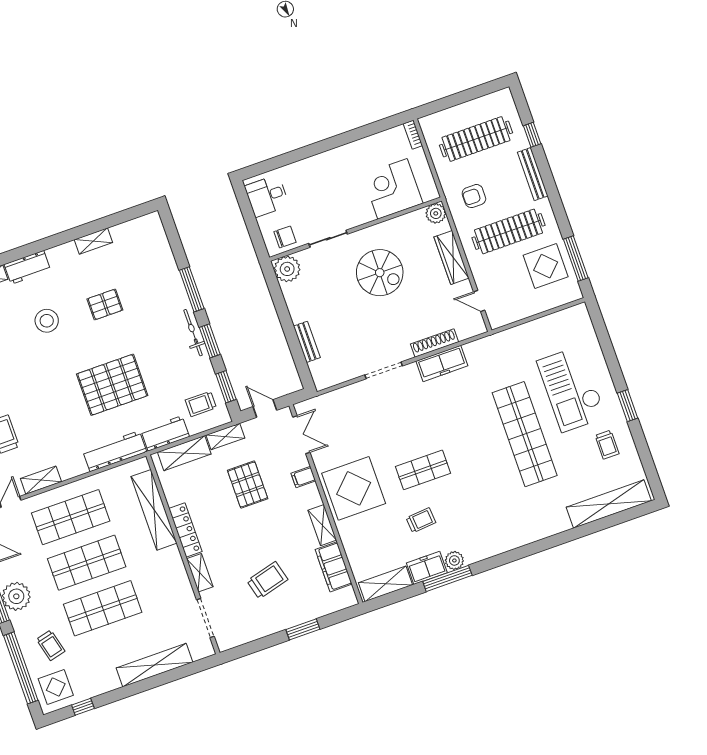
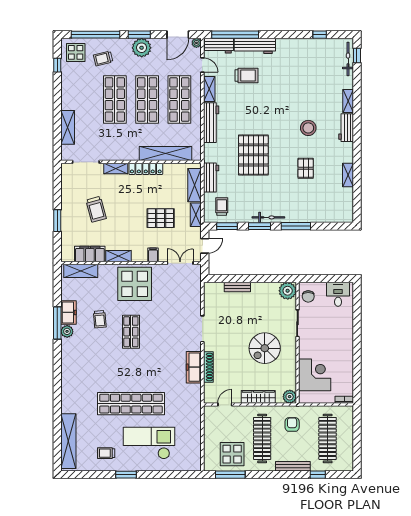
double door: (301, 435) -> (180, 263), swing flipped
workbench: (115, 451) -> (211, 123), moved
shelving: (386, 584) -> (81, 271), moved, turned 90
shelving: (154, 665) -> (68, 127), width x0.68

